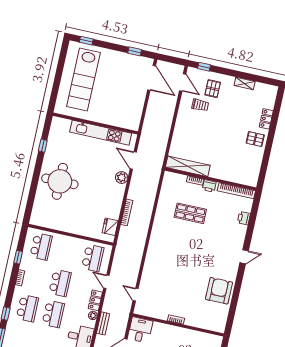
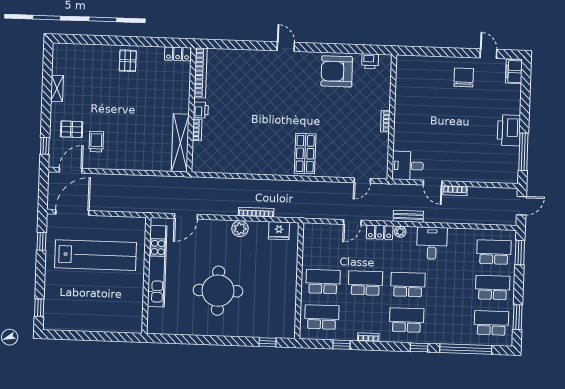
lab bench: (83, 80) -> (95, 255), moved
locker: (266, 119) -> (178, 54), moved
window: (43, 146) -> (268, 342), moved
plant: (122, 178) -> (240, 229), moved
round table: (60, 181) -> (218, 291), moved
shop shelf: (190, 213) -> (305, 154), moved
printer: (244, 218) -> (370, 61), moved
school desk: (93, 258) -> (323, 282), moved

